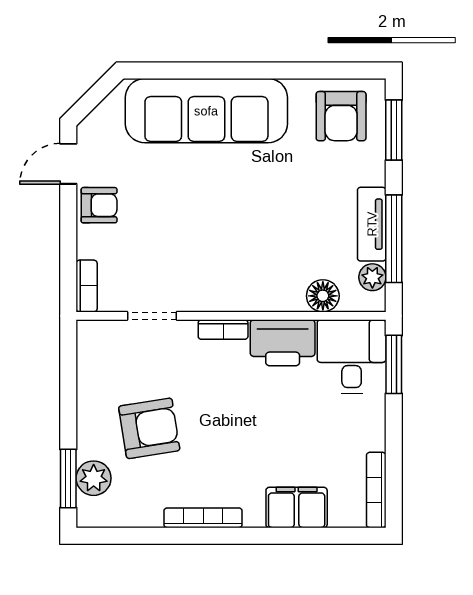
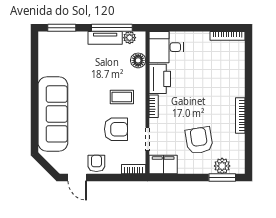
armchair: (341, 116) -> (116, 129), moved
coffee table: (243, 260) -> (122, 97), added
window: (394, 364) -> (170, 28), removed
filing cabinet: (297, 507) -> (163, 165), moved, turned 90

